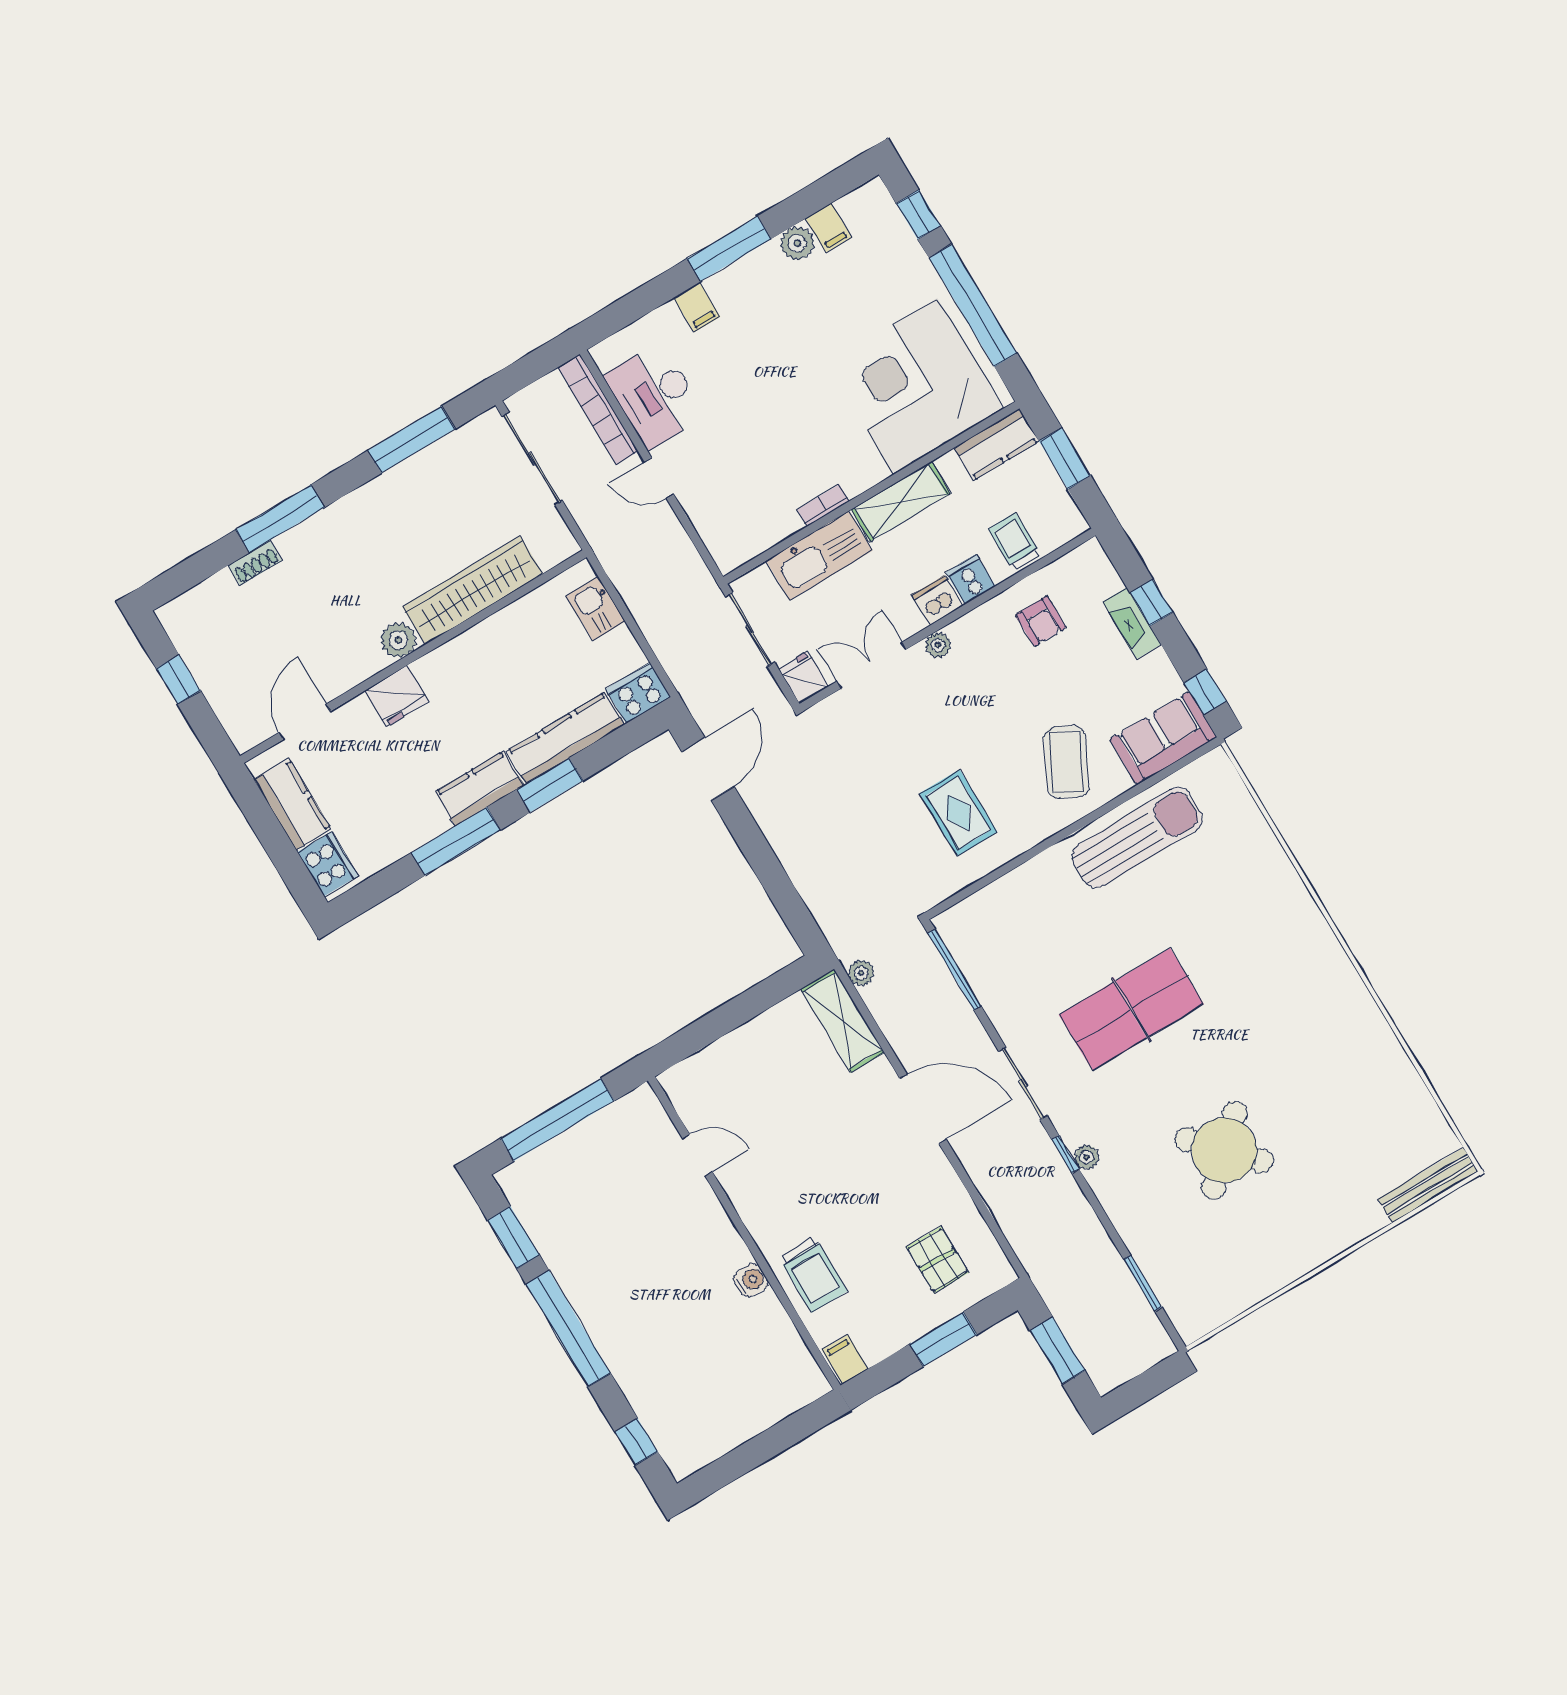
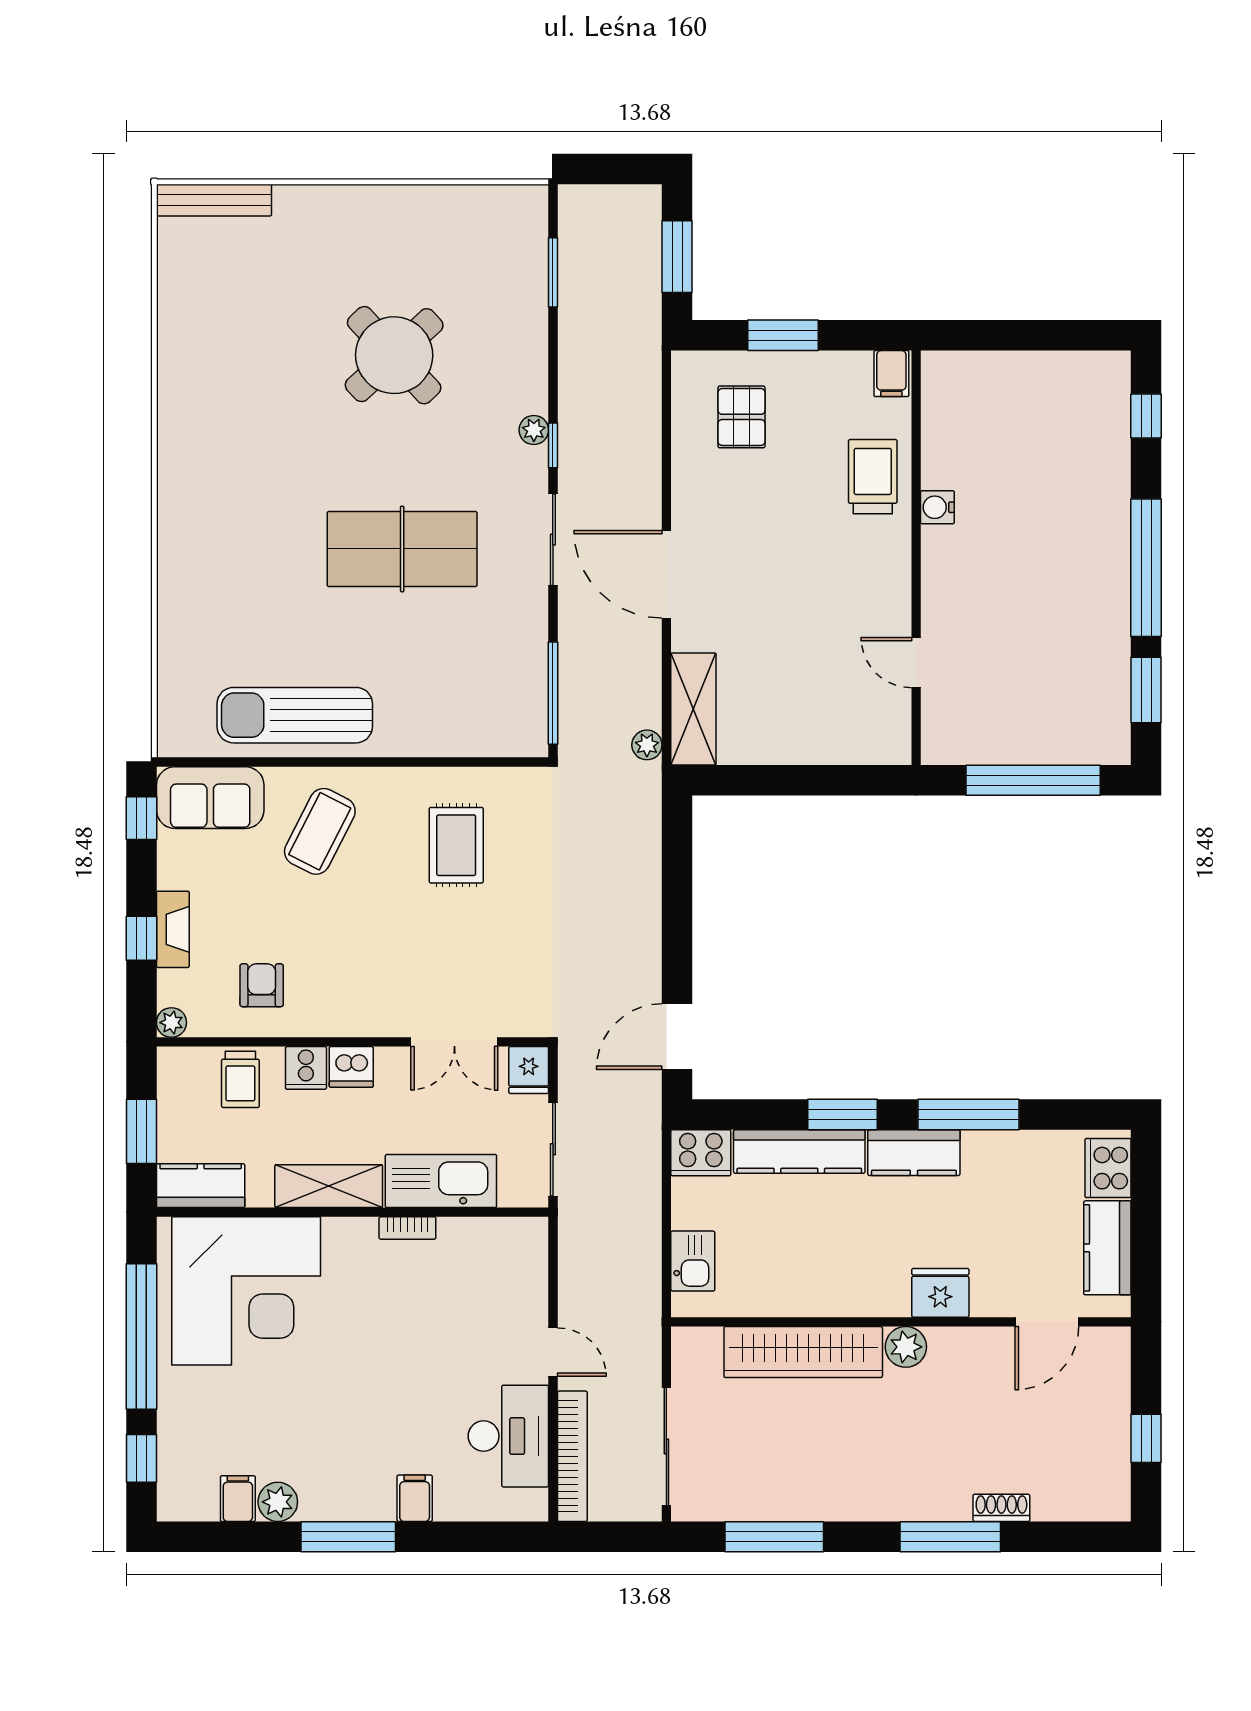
plant: (938, 645) -> (171, 1023), moved

